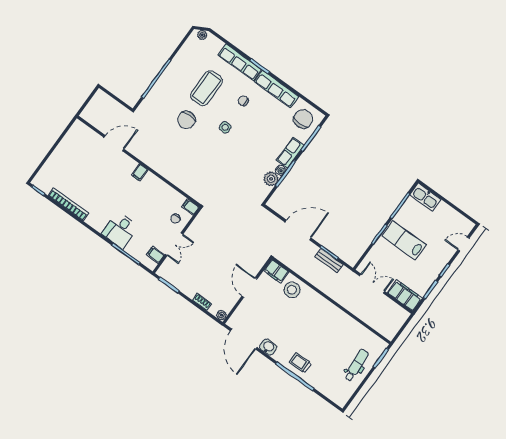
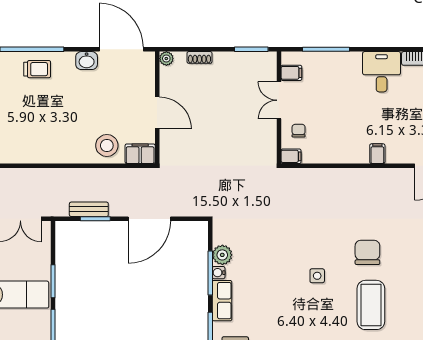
chair: (243, 101) -> (318, 321), removed
desk: (120, 230) -> (382, 72), moved

